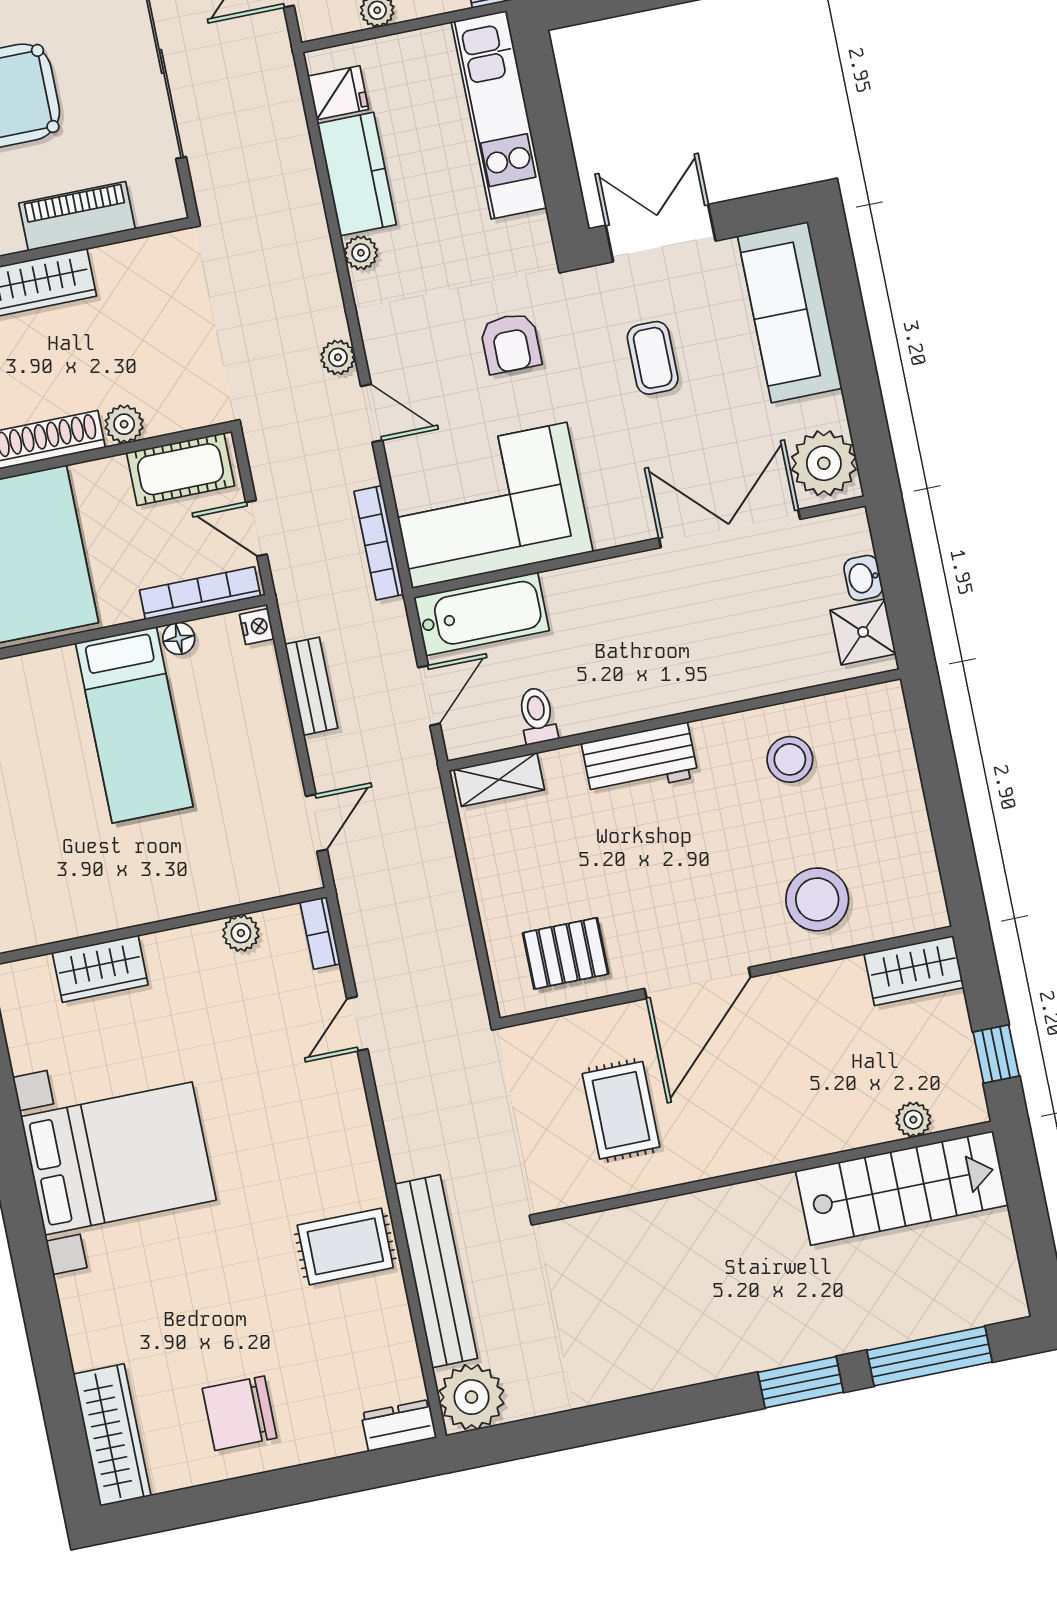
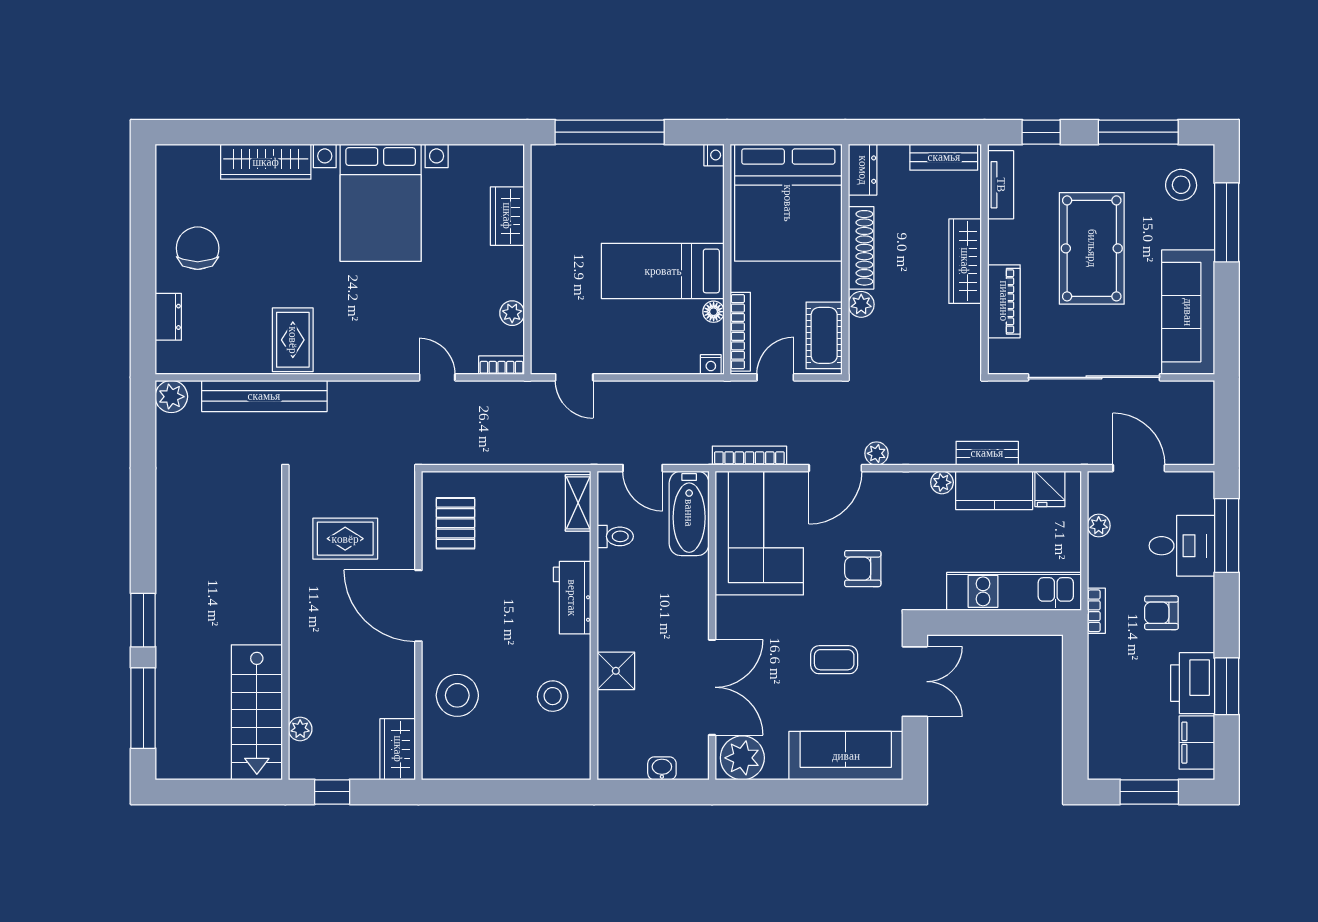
door: (372, 413) -> (835, 468), width x1.38
shower: (863, 632) -> (616, 671), moved
bench: (311, 686) -> (987, 453), moved
plant: (472, 1397) -> (171, 397), width x0.73, depth x0.73
dresser: (399, 1426) -> (168, 317), moved
wardrobe: (112, 1435) -> (266, 162), moved

